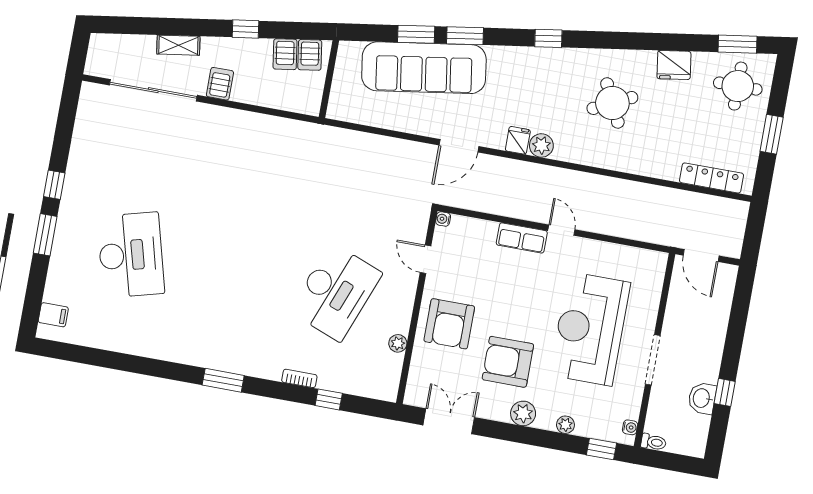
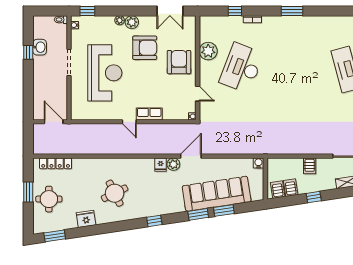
server rack: (220, 84) -> (310, 166), moved
round table: (738, 86) -> (49, 199), moved
water cooler: (336, 110) -> (258, 163), added
plant: (541, 145) -> (173, 164), moved
plant: (398, 343) -> (208, 51), width x1.87, depth x1.87
plant: (565, 425) -> (120, 20), moved

